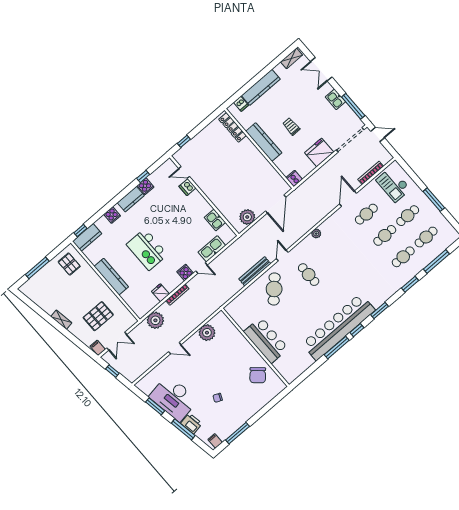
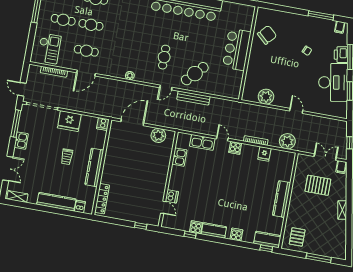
kitchen island: (147, 249) -> (241, 189), removed

